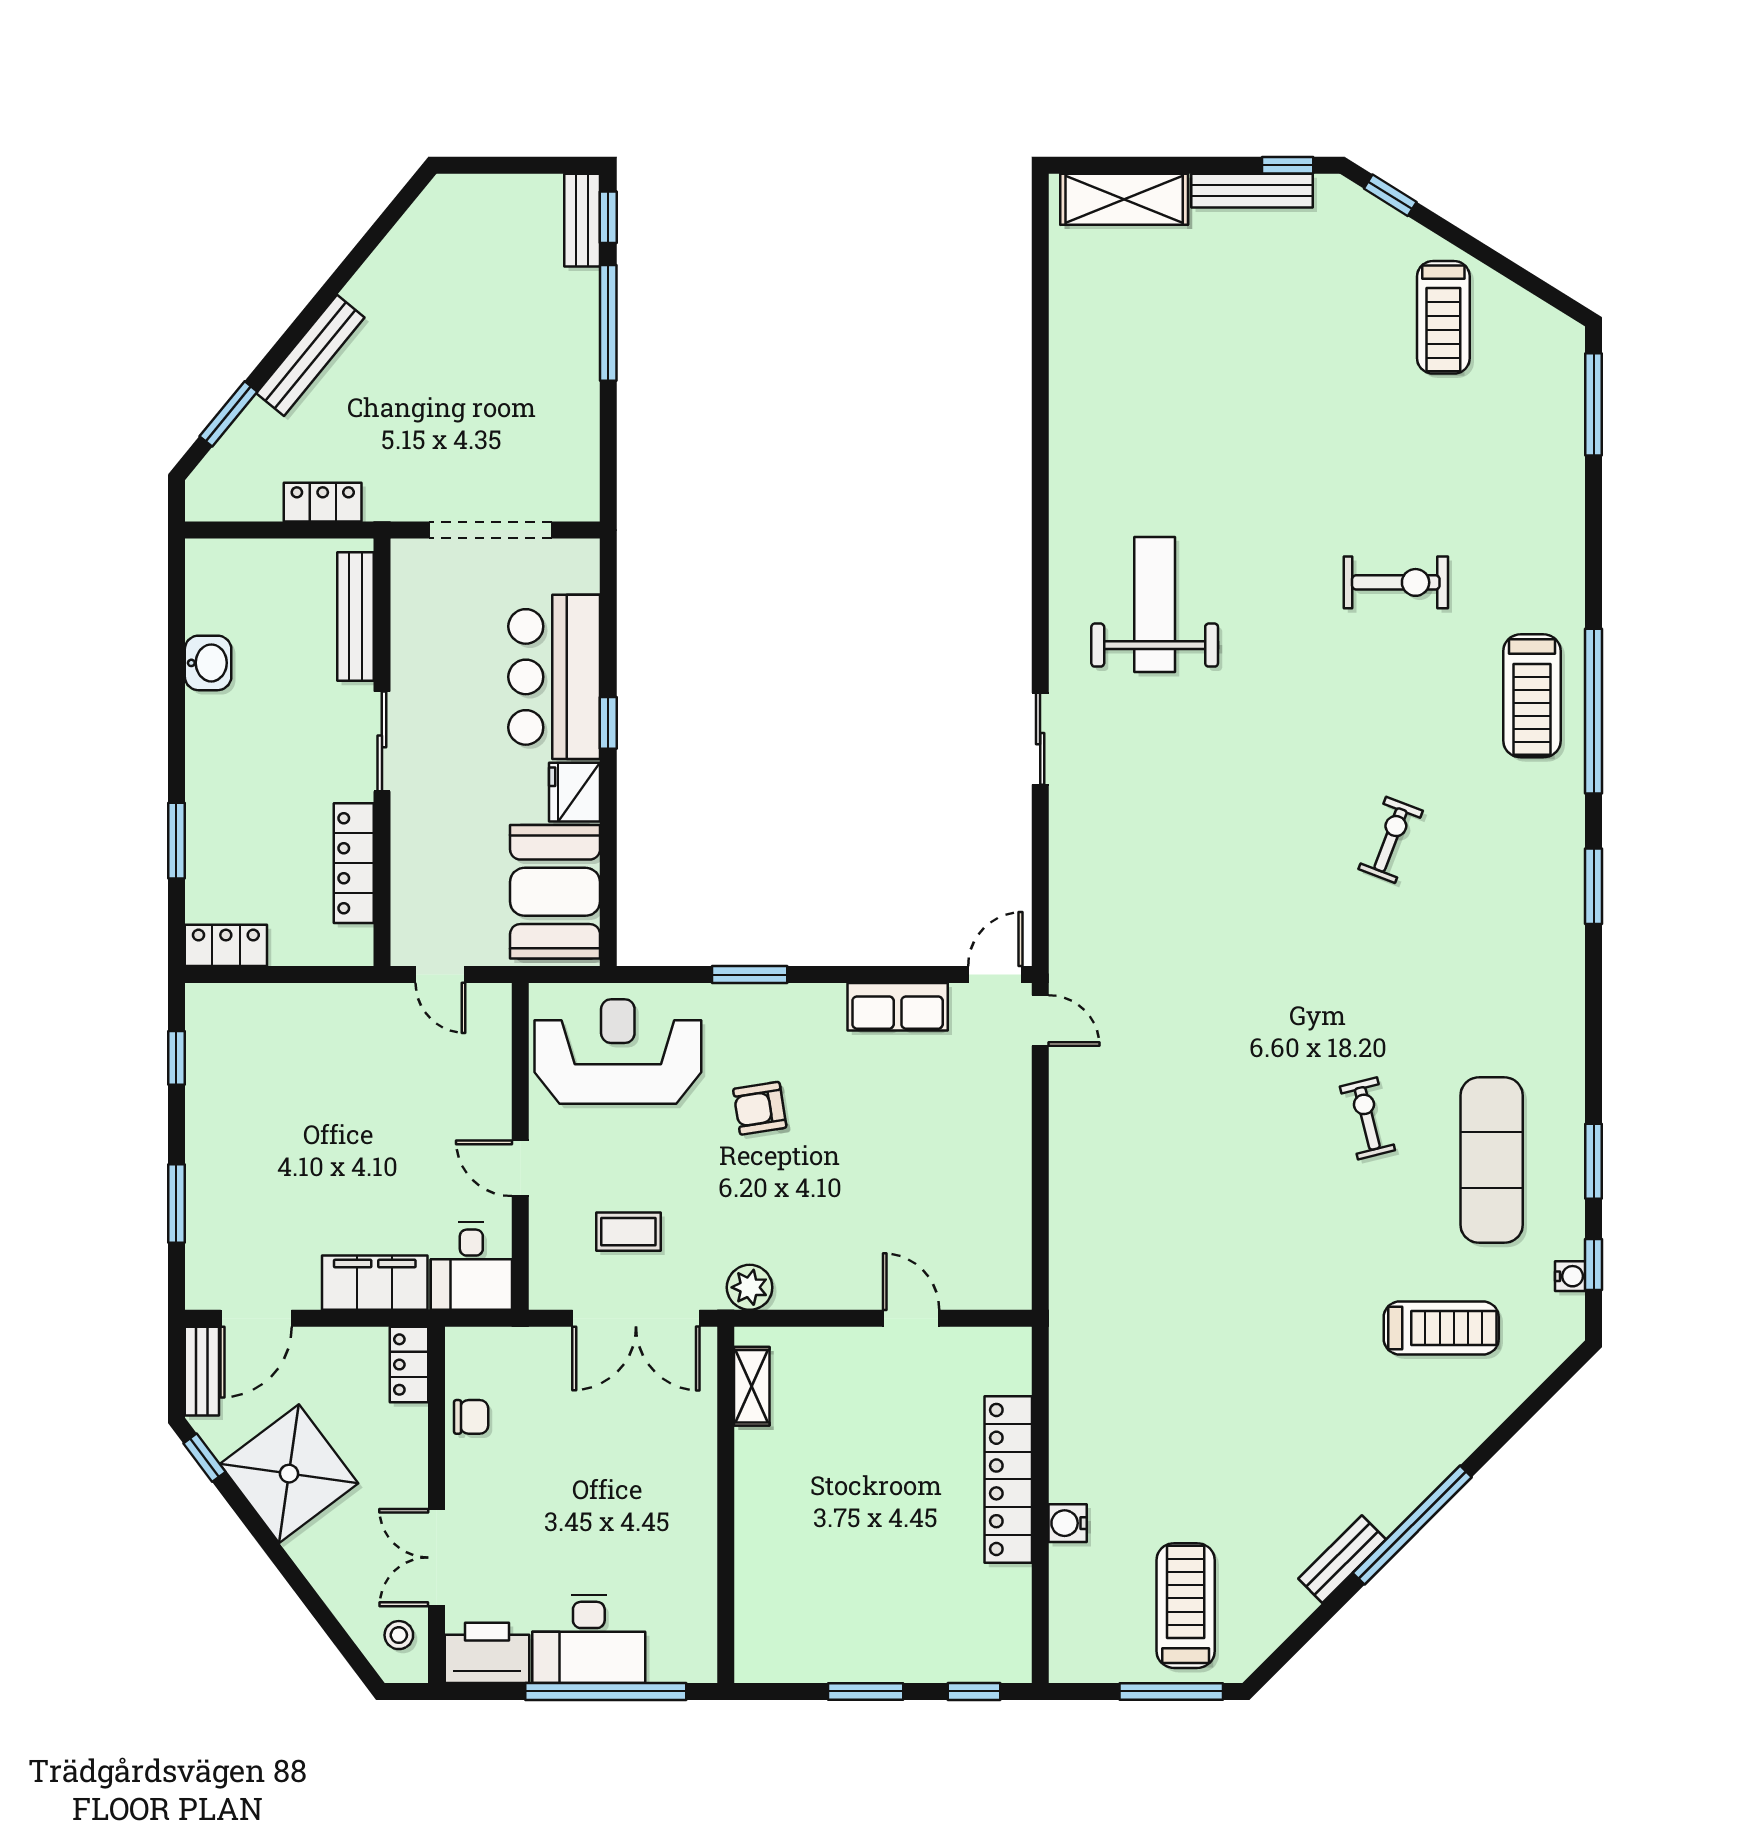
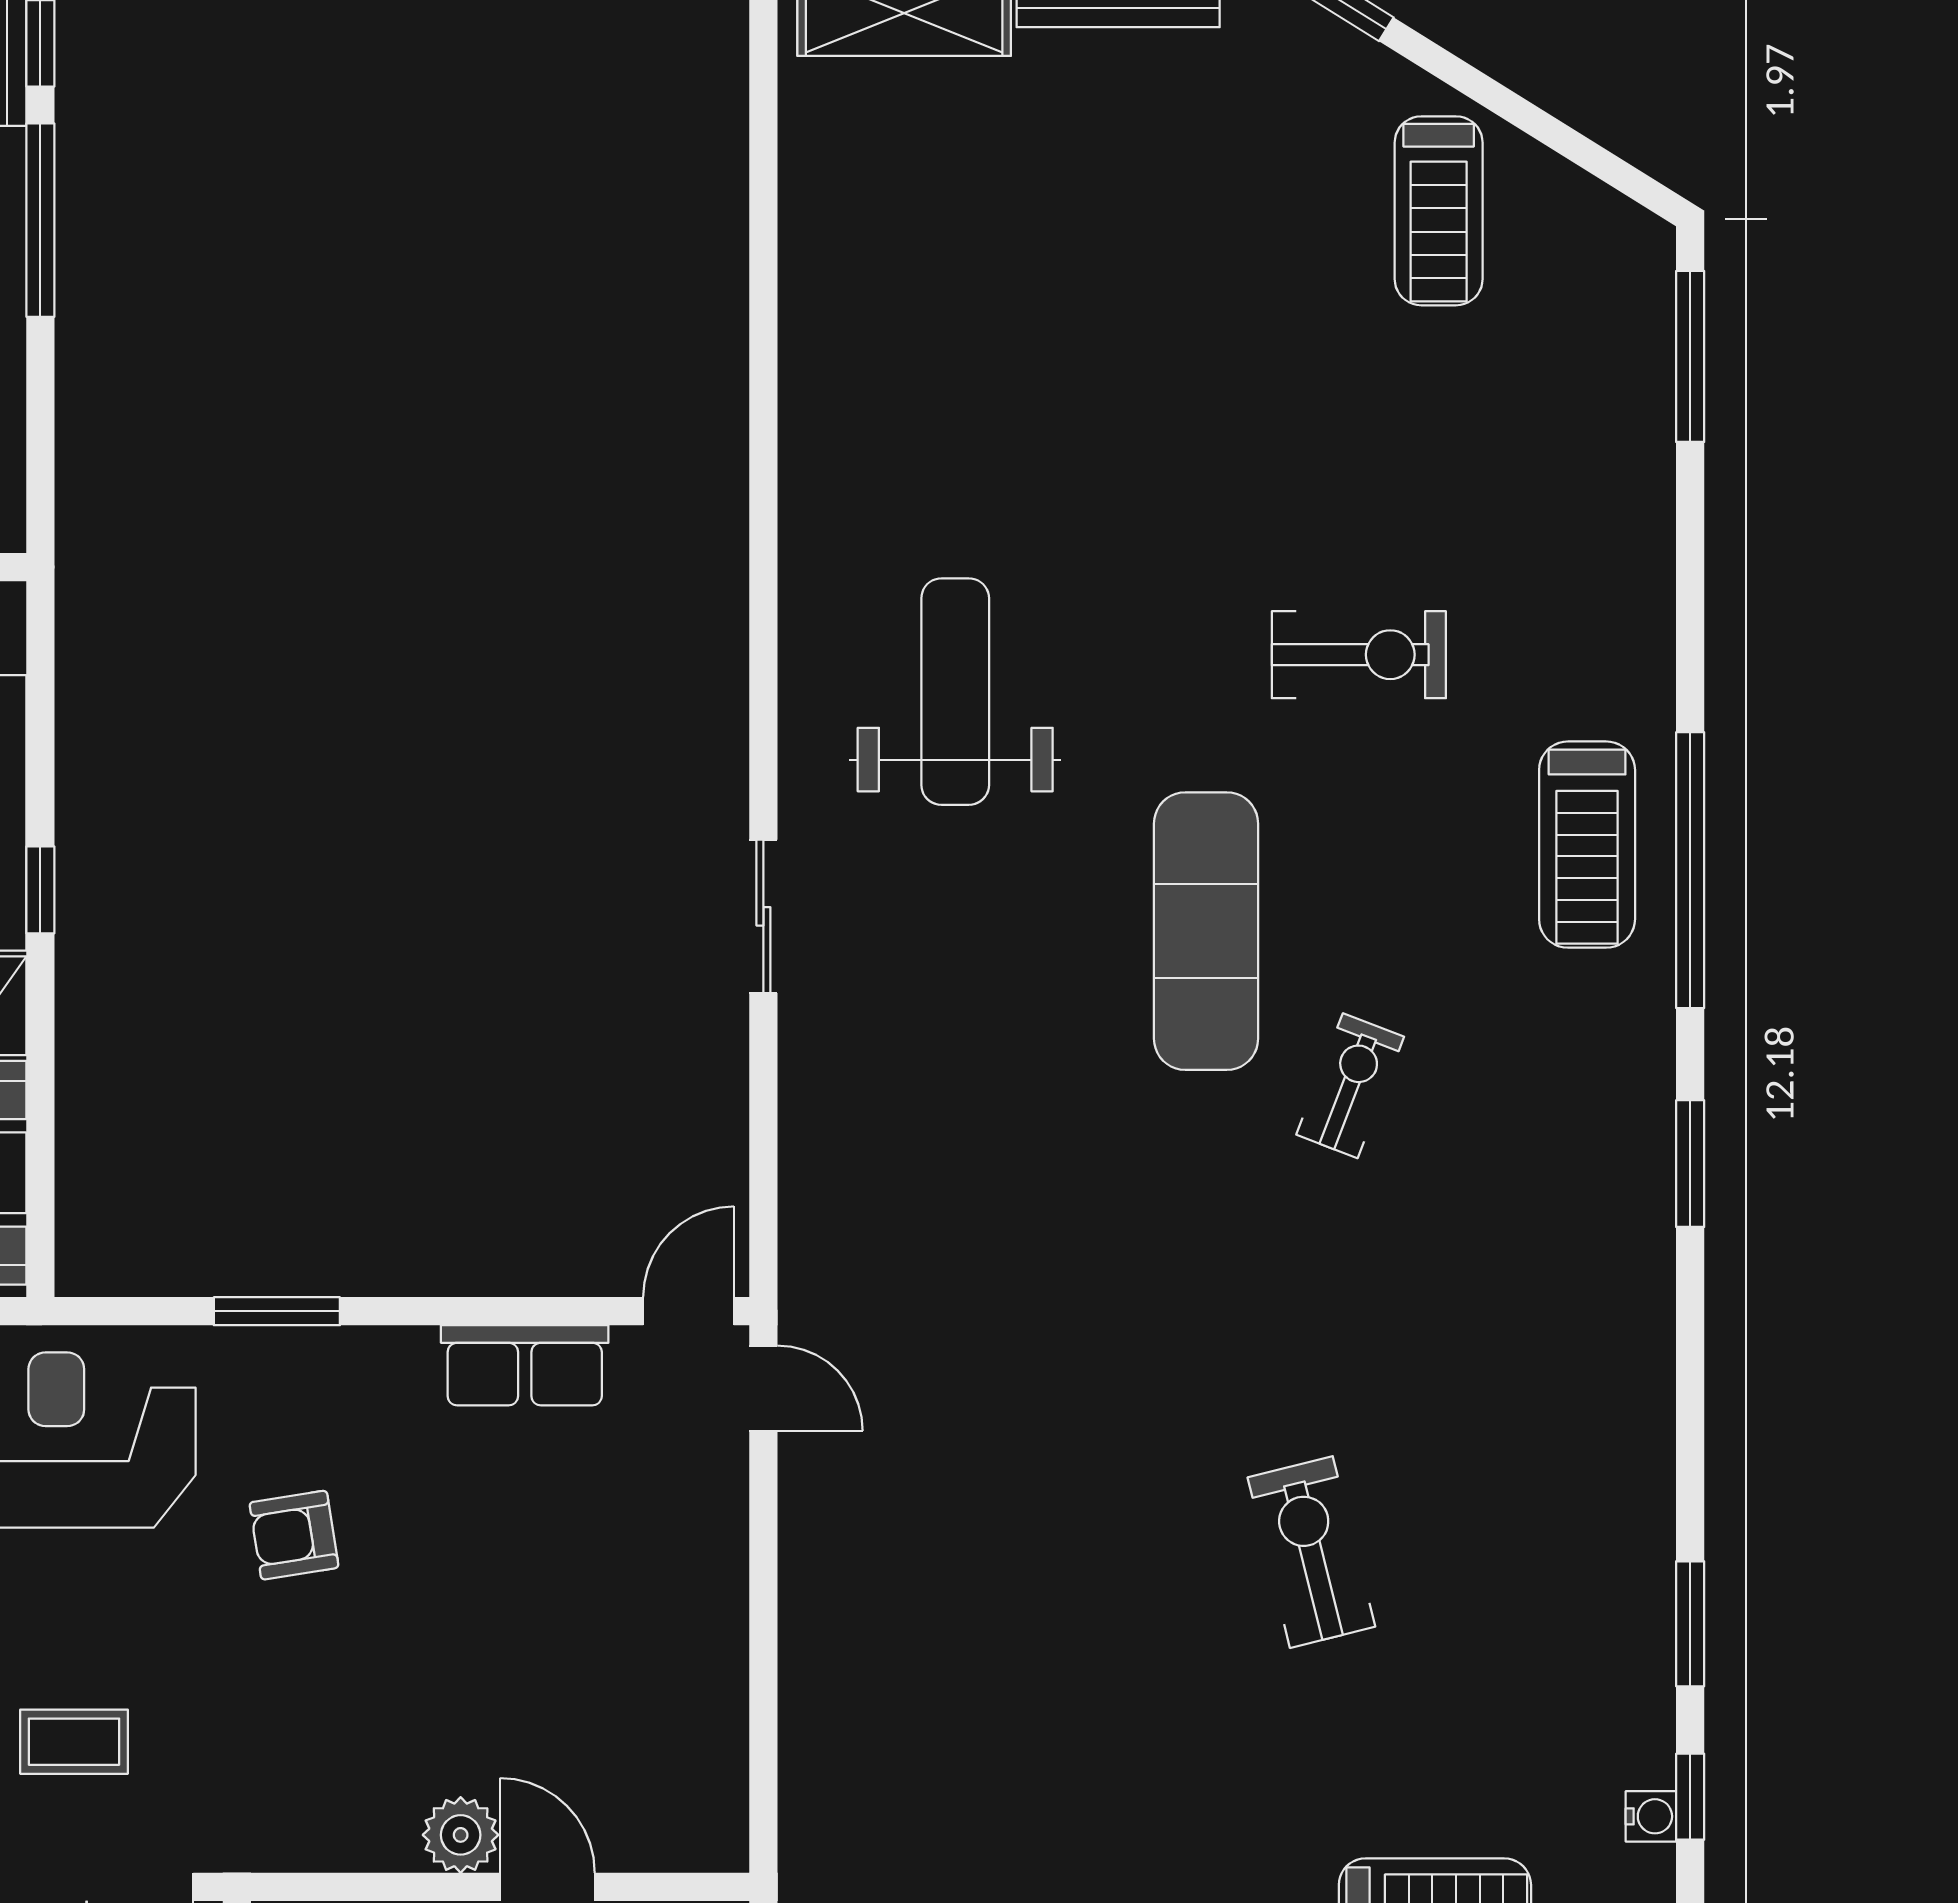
exercise bike: (1367, 1118) -> (1311, 1552), width x1.38, depth x1.39
exercise mat: (1492, 1160) -> (1206, 931), moved
plant: (750, 1287) -> (461, 1835), moved

